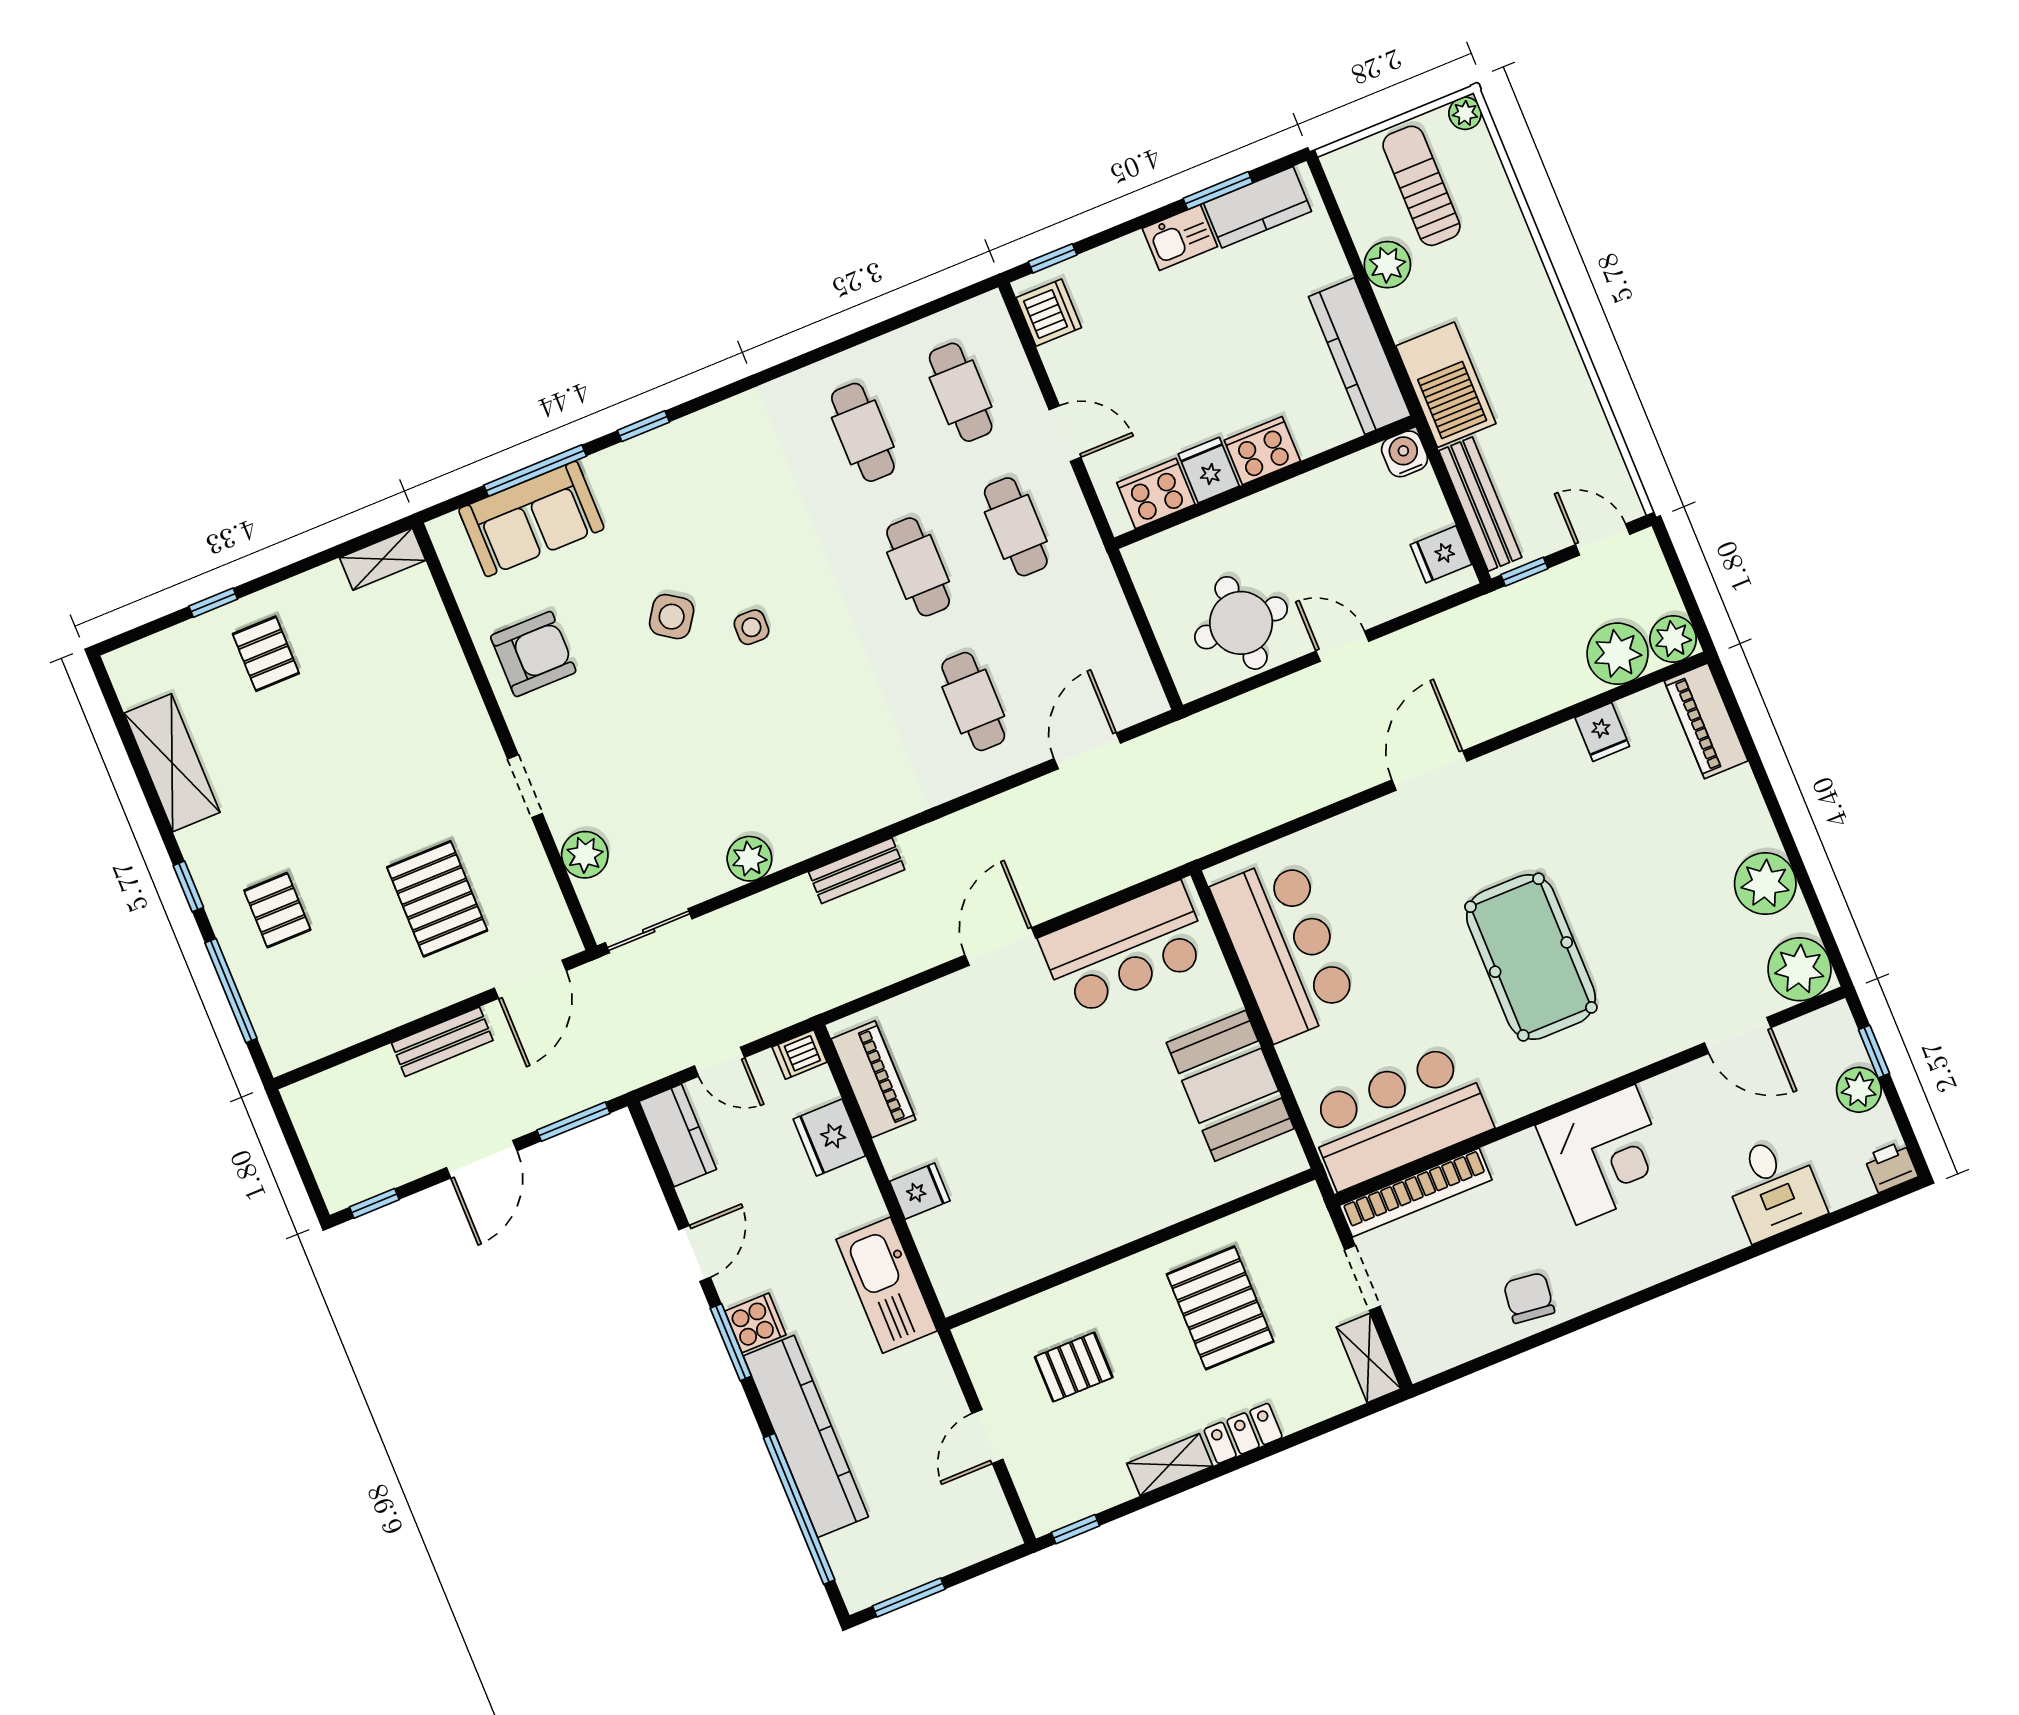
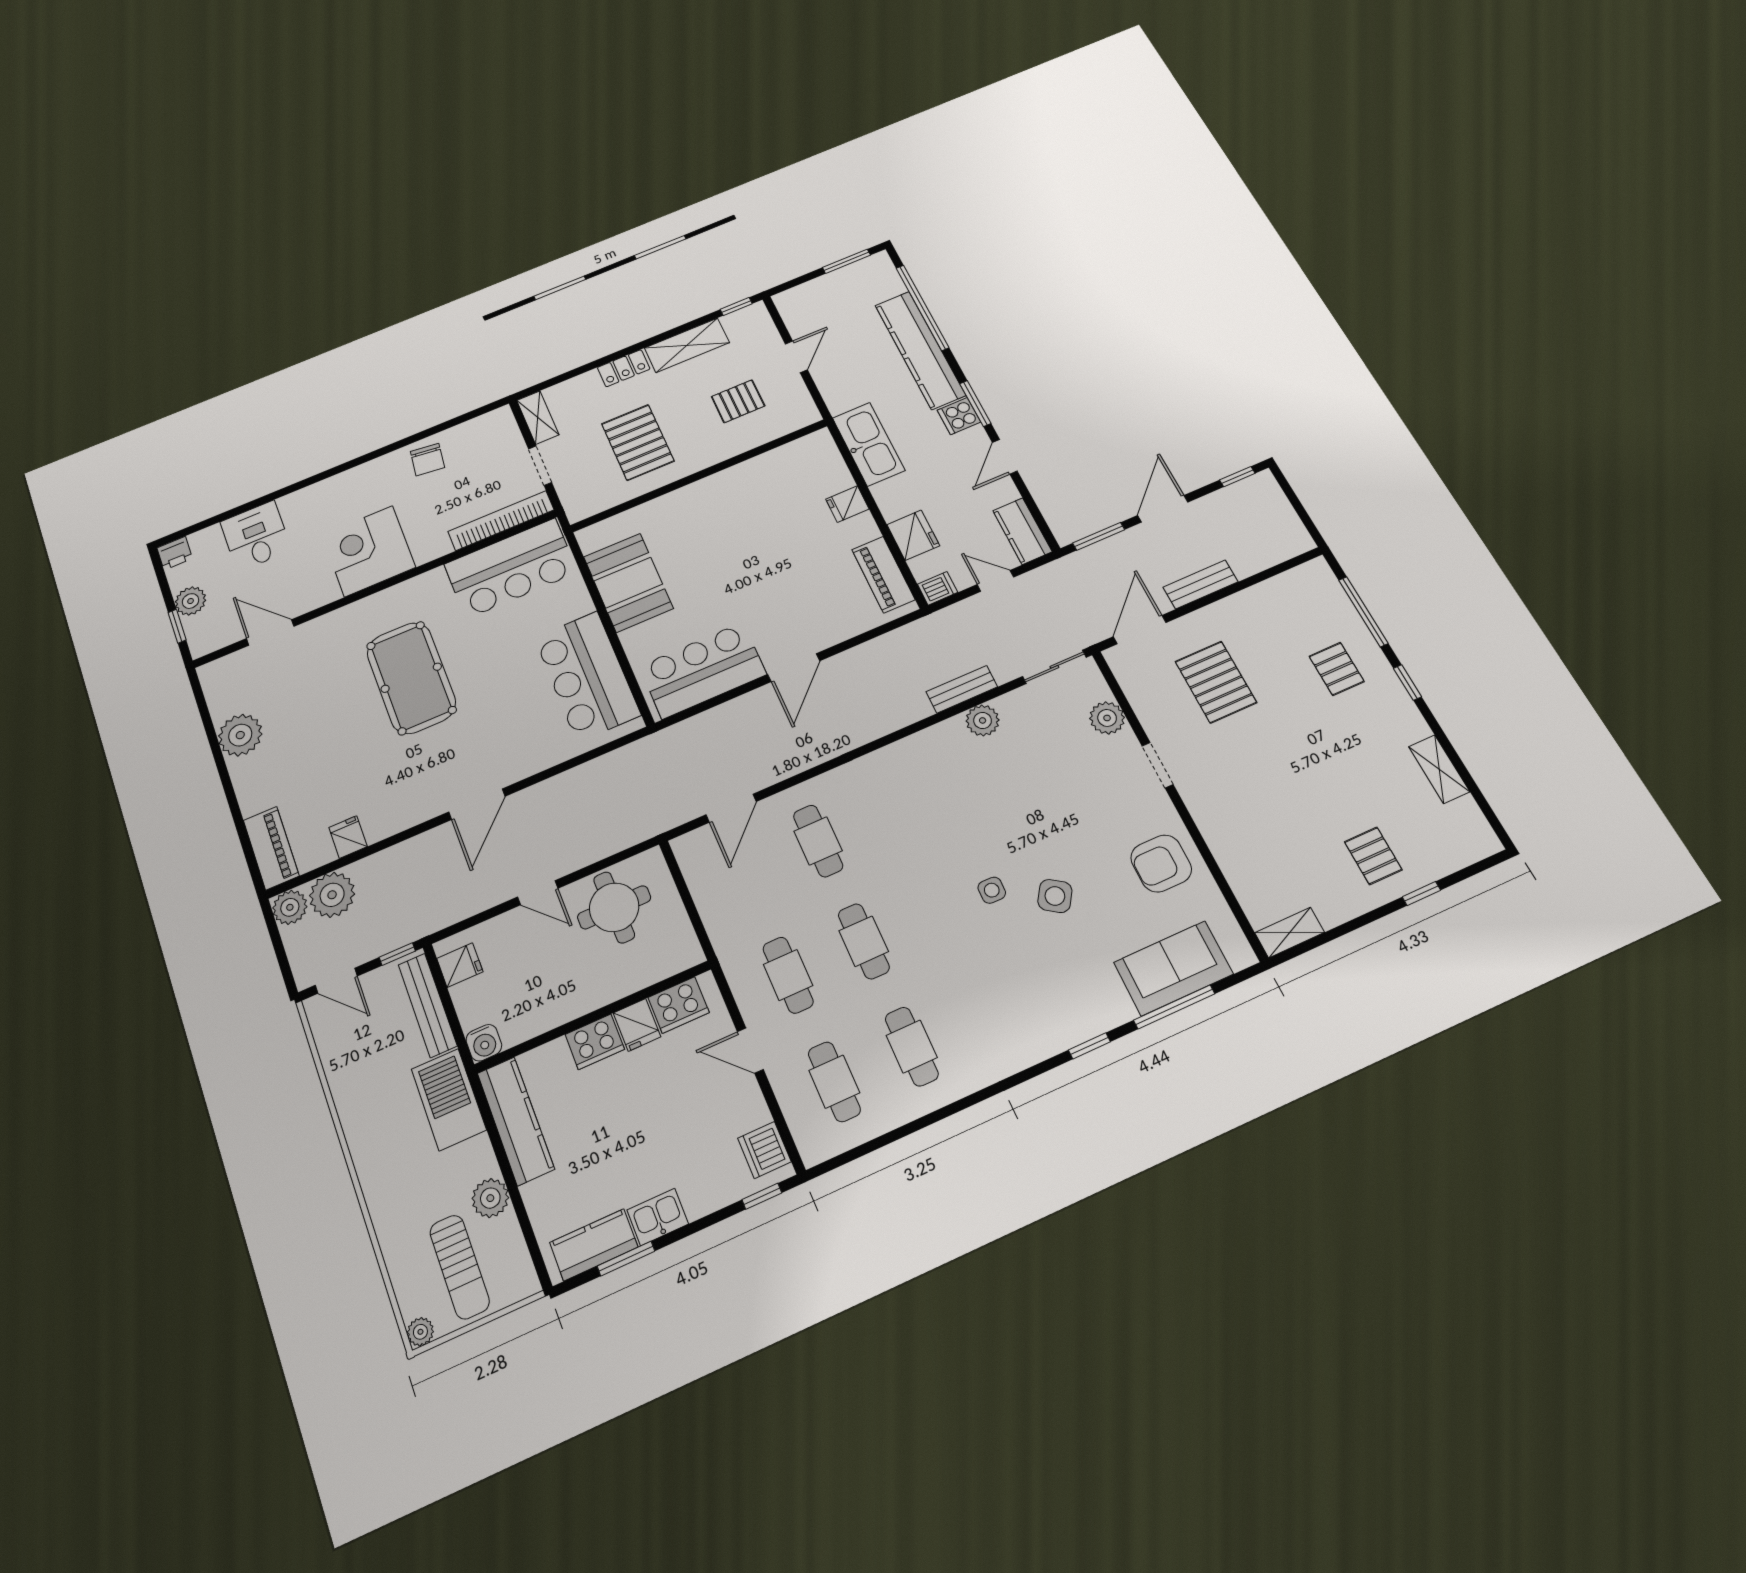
shelving: (172, 763) -> (1439, 769), width x0.67, depth x0.75
bench: (857, 871) -> (962, 689), moved
plant: (1799, 969) -> (222, 678), removed
shelving: (1170, 1465) -> (687, 345), width x1.50, depth x1.33

